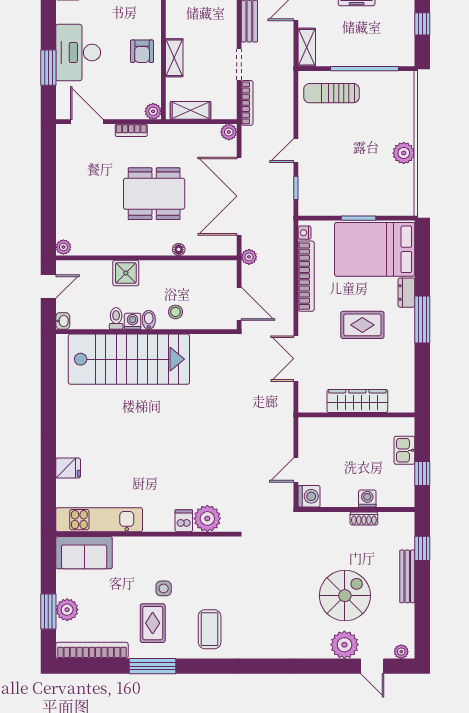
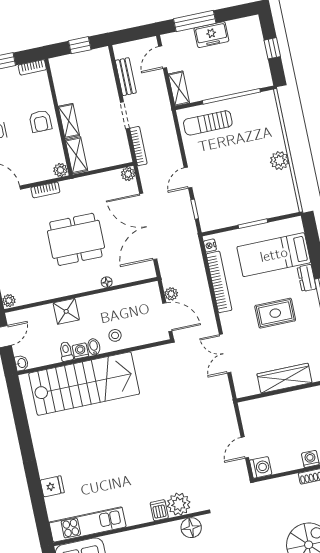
shelving: (191, 110) -> (76, 155), moved, turned 90
bed: (375, 249) -> (274, 255), width x0.67
plant: (249, 257) -> (171, 294), moved
floor lamp: (216, 548) -> (191, 528), added

